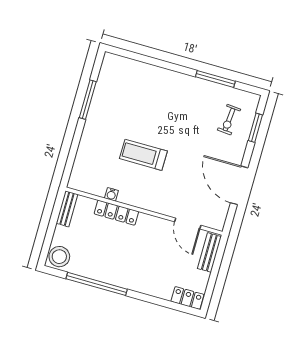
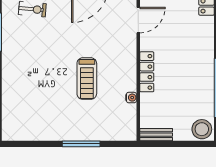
window: (88, 100) -> (81, 144), moved
locker: (116, 213) -> (147, 72), moved

